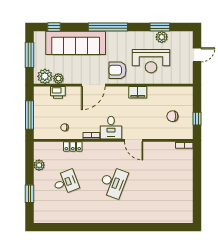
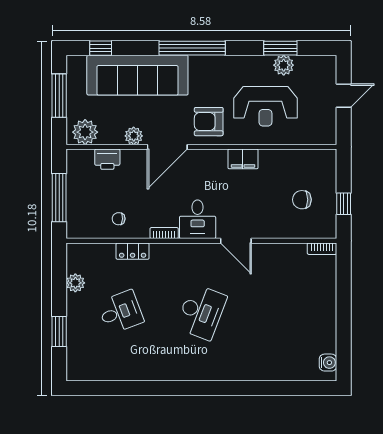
plant: (58, 79) -> (134, 136), moved
water cooler: (188, 212) -> (328, 363), added

